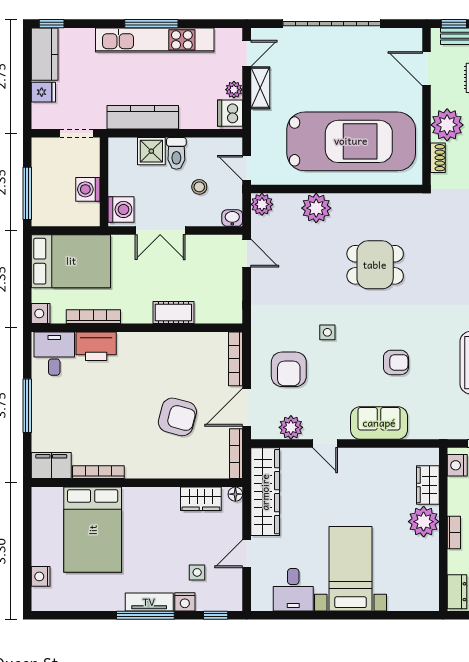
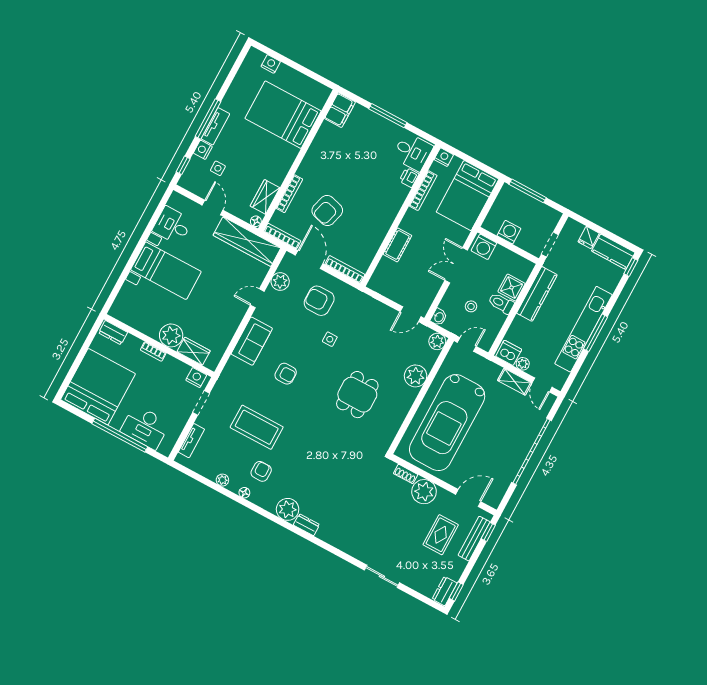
printer: (96, 346) -> (409, 177), width x0.53, depth x0.68
armchair: (396, 362) -> (286, 374), turned -90
bookcase: (98, 472) -> (289, 194), moved

